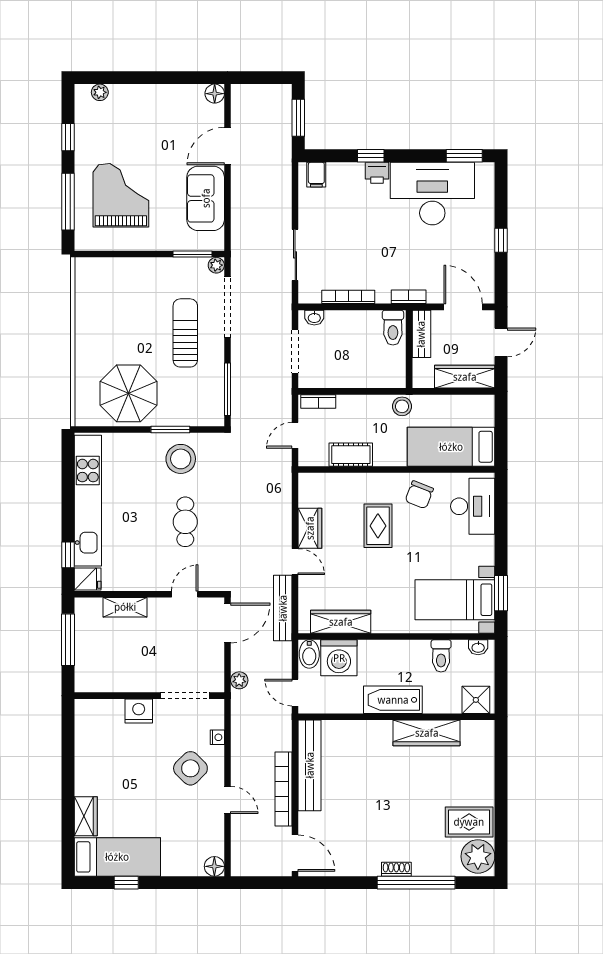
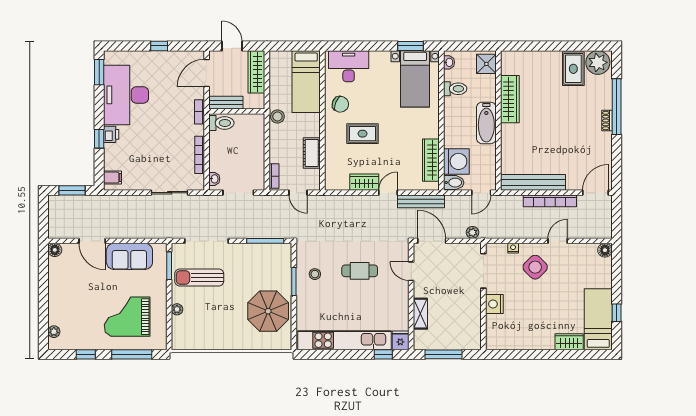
plant: (216, 265) -> (177, 309), moved
sun lounger: (185, 333) -> (199, 277), moved
stool: (181, 459) -> (315, 274), width x0.53, depth x0.53

